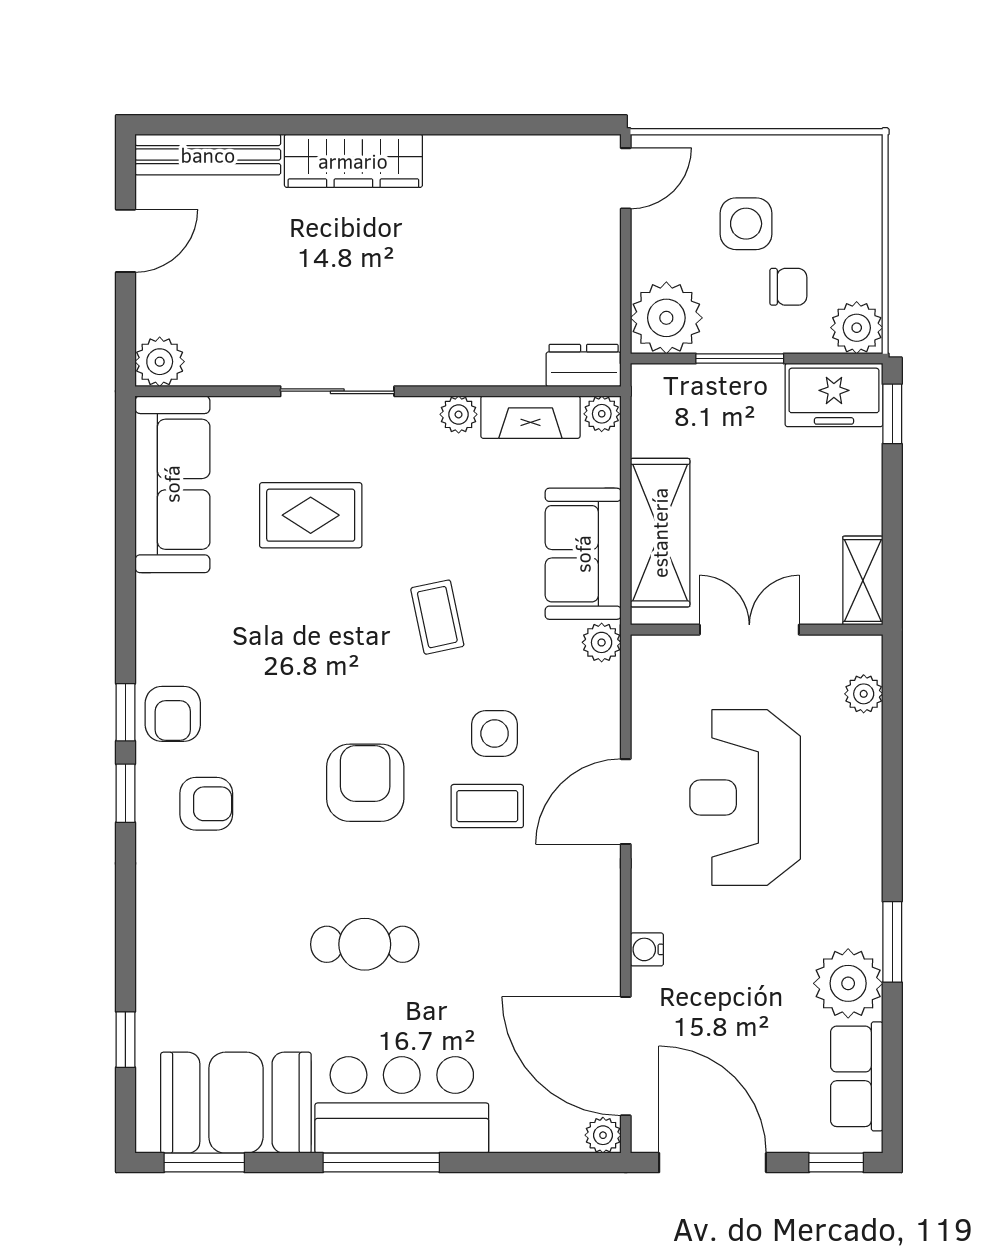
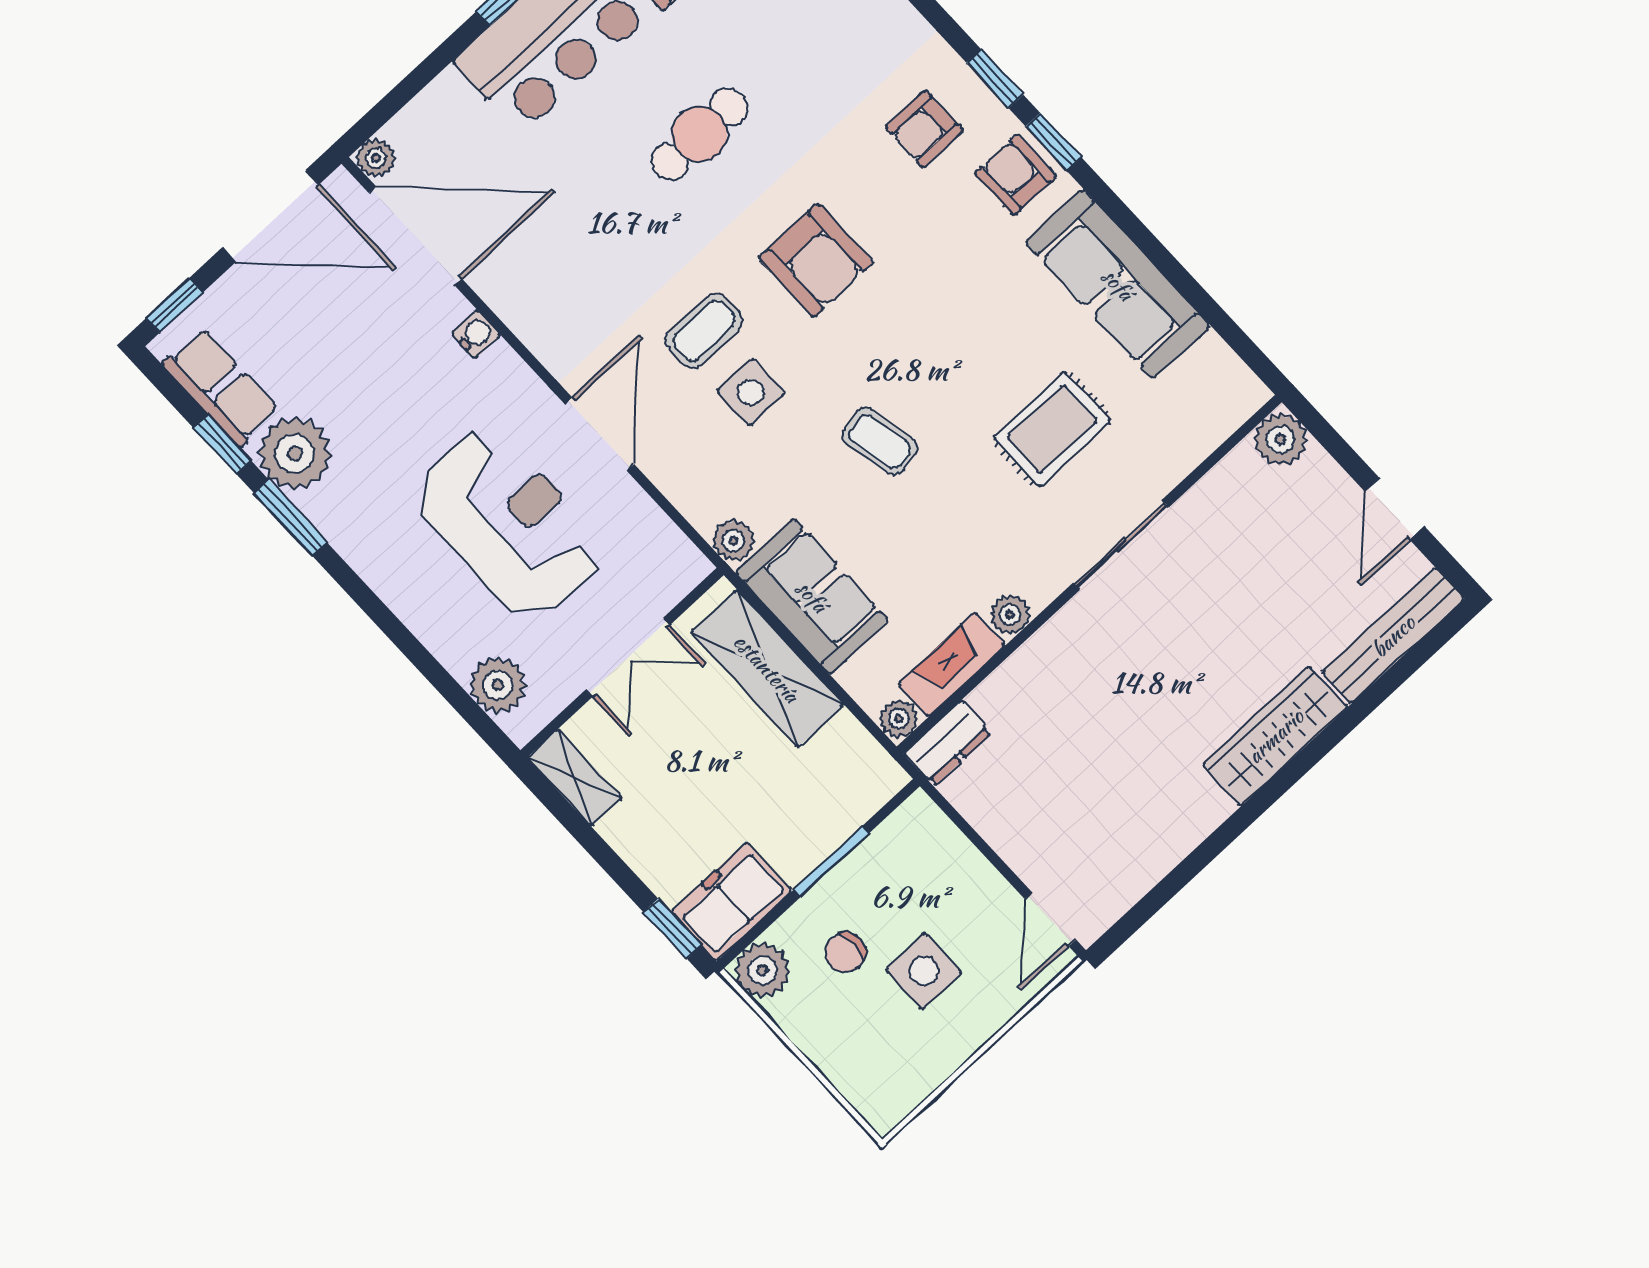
plant: (666, 318) -> (918, 840), removed
sofa: (172, 484) -> (1118, 284), moved
plant: (864, 694) -> (498, 685), width x1.38, depth x1.38
window: (892, 1036) -> (222, 444), added

